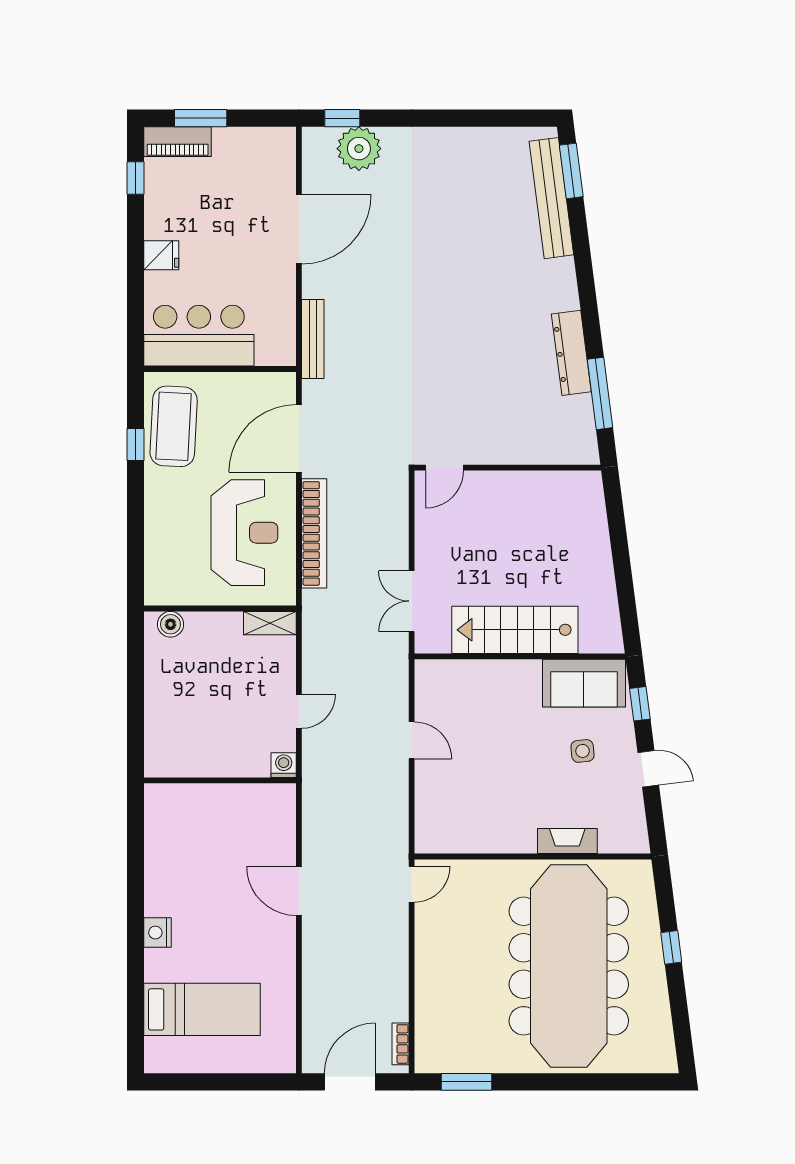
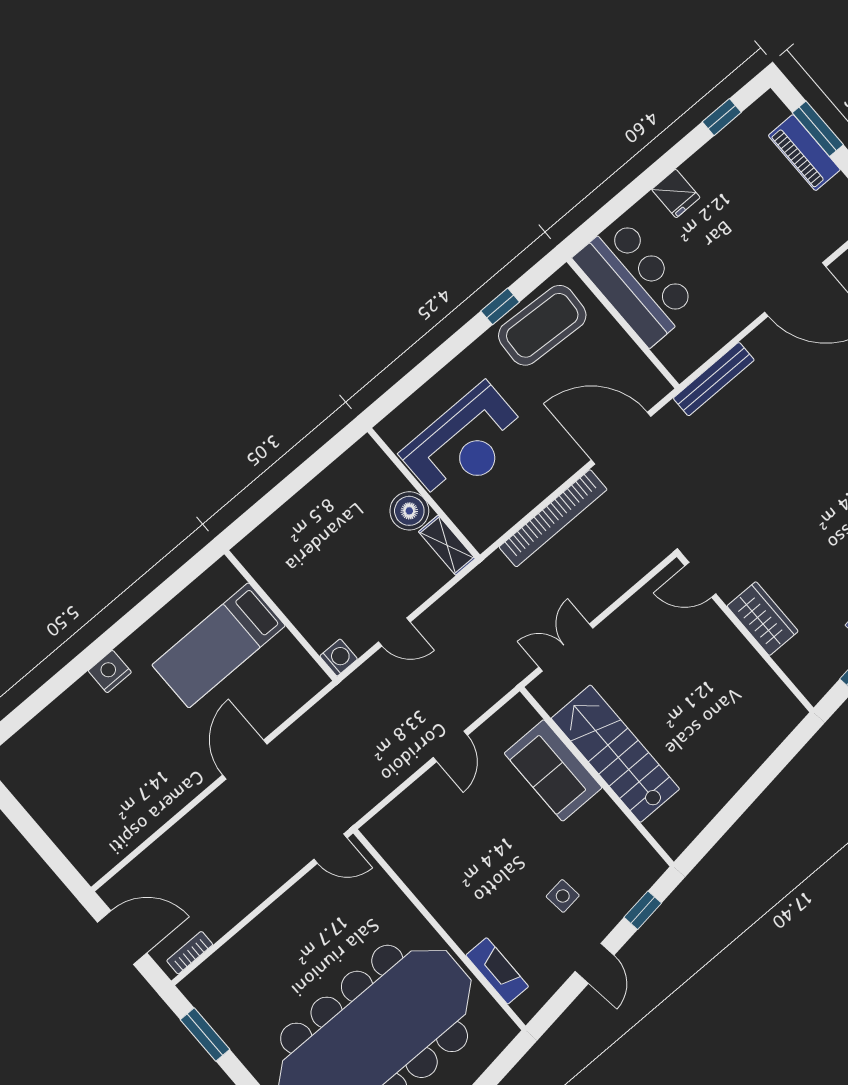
piano: (178, 142) -> (804, 153), moved
wardrobe: (508, 447) -> (763, 619), added
reception desk: (244, 533) -> (465, 444), moved
boiler: (170, 624) -> (409, 511), moved, width x1.36, depth x1.36
sofa: (584, 683) -> (553, 770), moved
fireplace: (567, 841) -> (497, 971), moved
bed: (202, 1009) -> (219, 645), moved, turned 90

